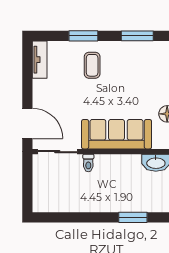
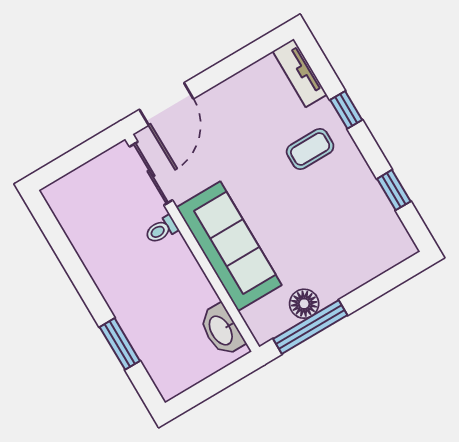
window: (83, 36) -> (346, 110), width x0.67
window: (137, 36) -> (394, 190), width x0.67
tv unit: (40, 60) -> (300, 73), moved, turned 90

